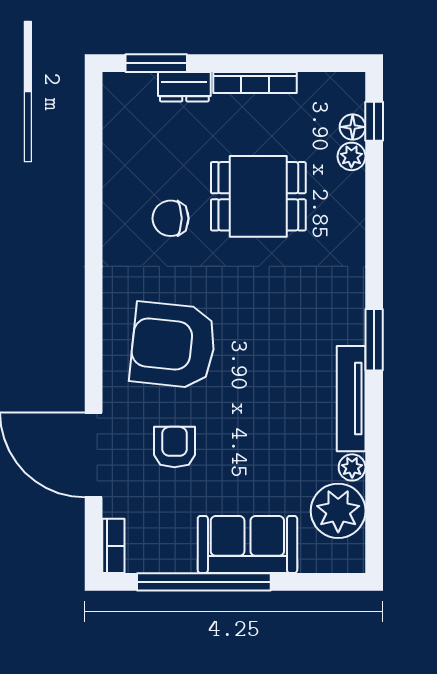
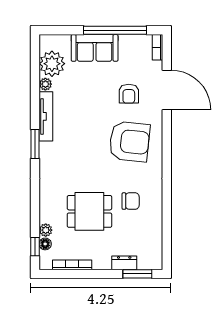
bookcase: (255, 83) -> (72, 265), moved

